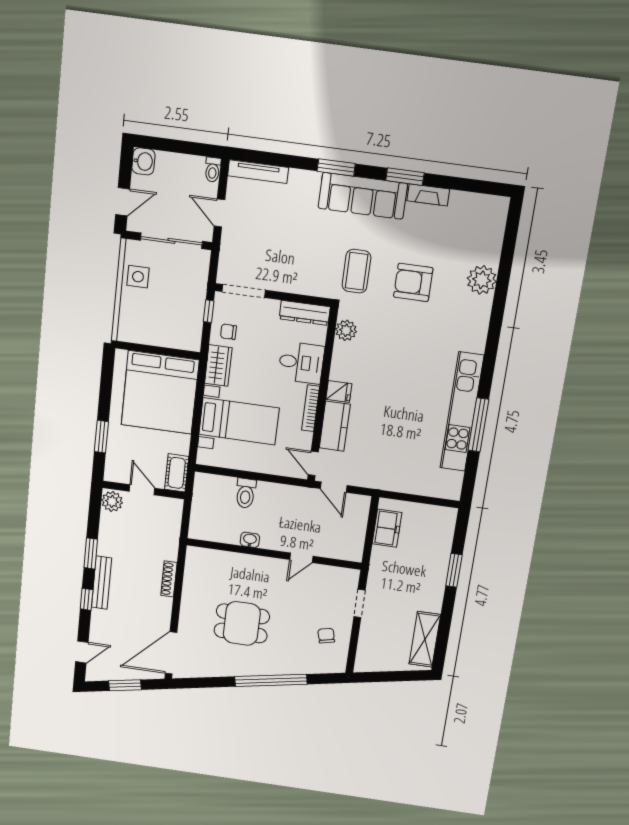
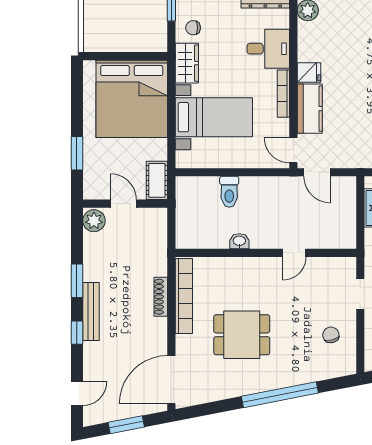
bookcase: (191, 581) -> (184, 296), added

